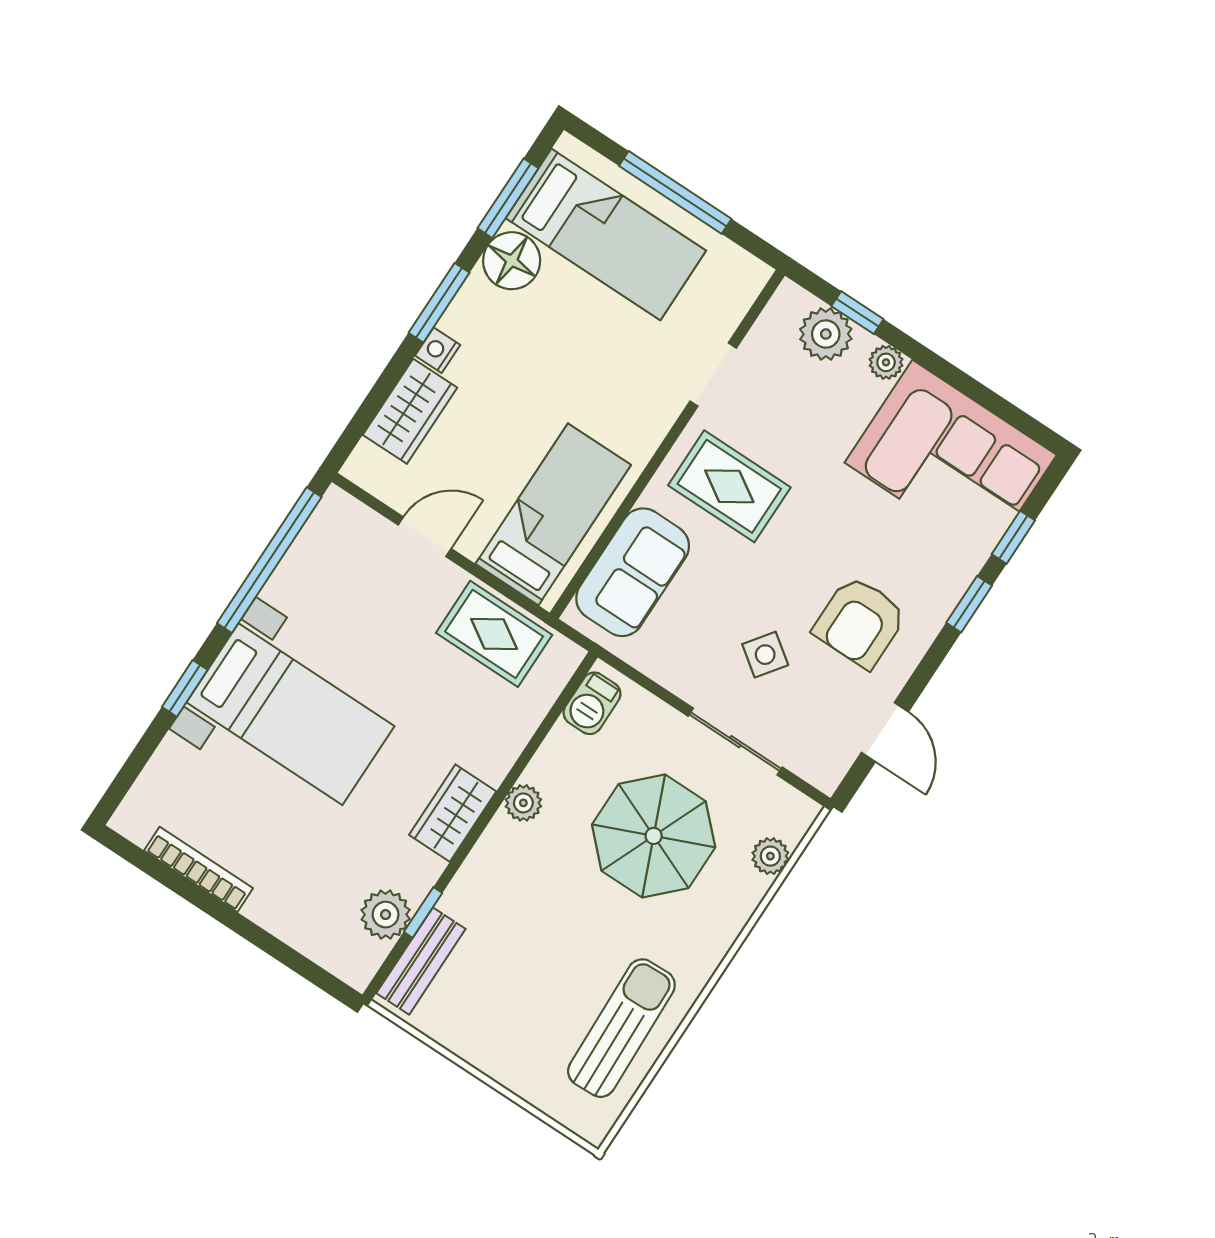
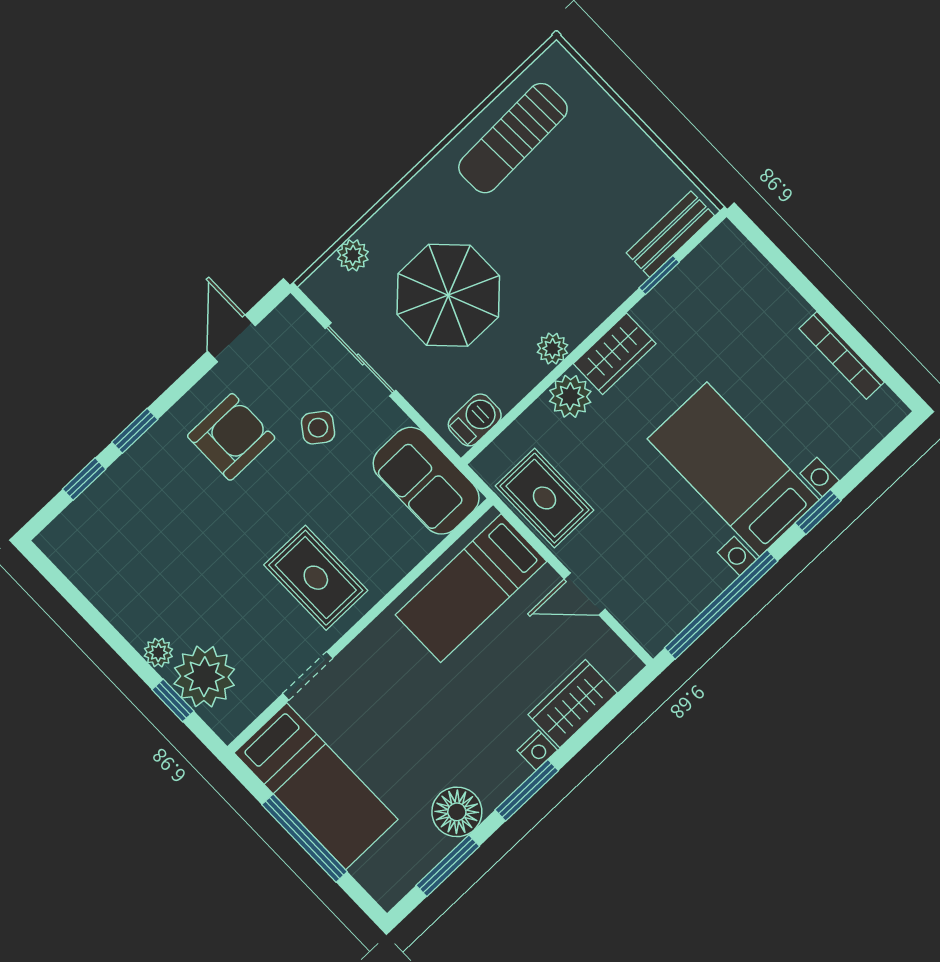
bed: (606, 234) -> (316, 786), moved, turned 180
plant: (826, 334) -> (204, 677), width x1.36, depth x1.36
corner sofa: (951, 459) -> (122, 558), removed
sofa: (633, 572) -> (426, 481), moved, turned -90
plant: (386, 915) -> (570, 396), moved

